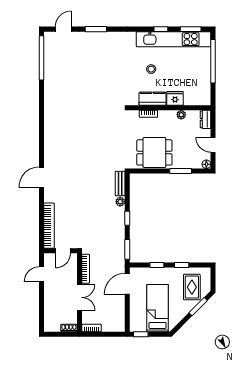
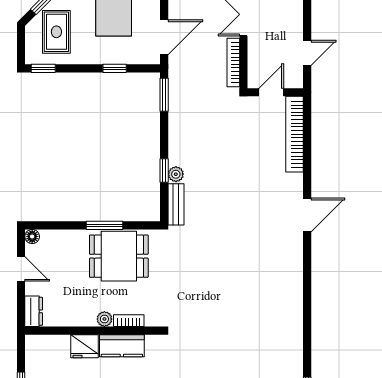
plant: (181, 115) -> (104, 319), moved
window: (181, 171) -> (104, 225), moved
window: (127, 218) -> (164, 170), moved
window: (182, 265) -> (43, 68), moved

